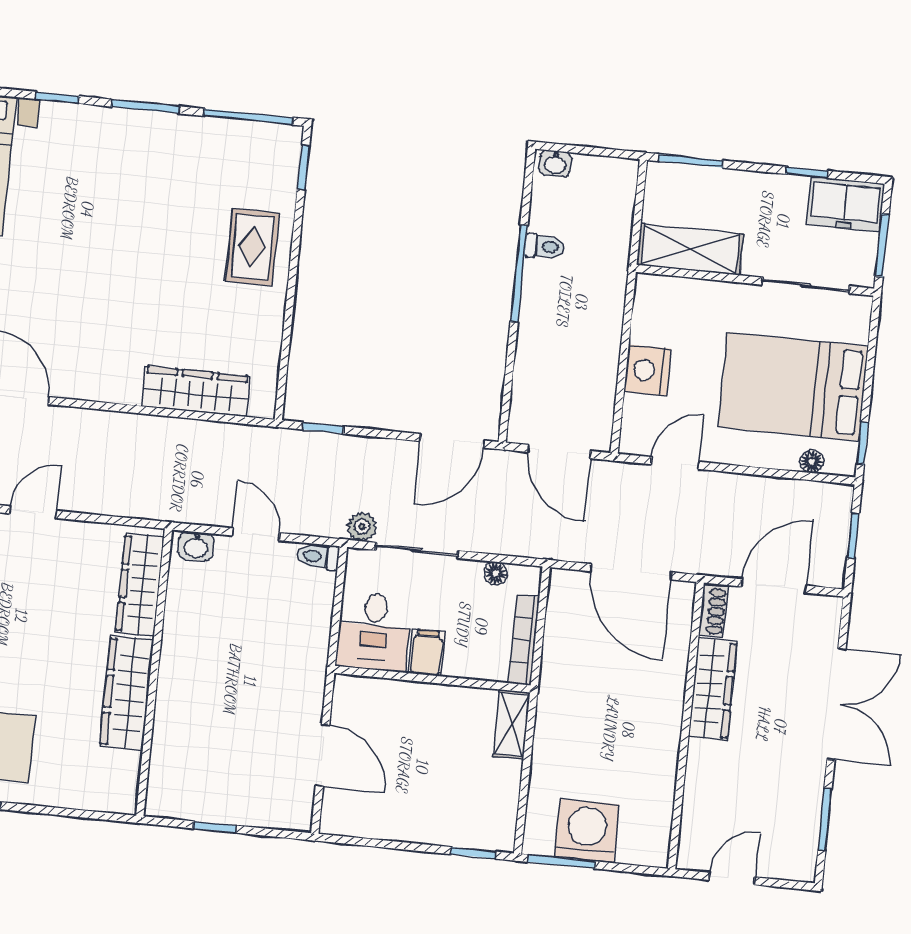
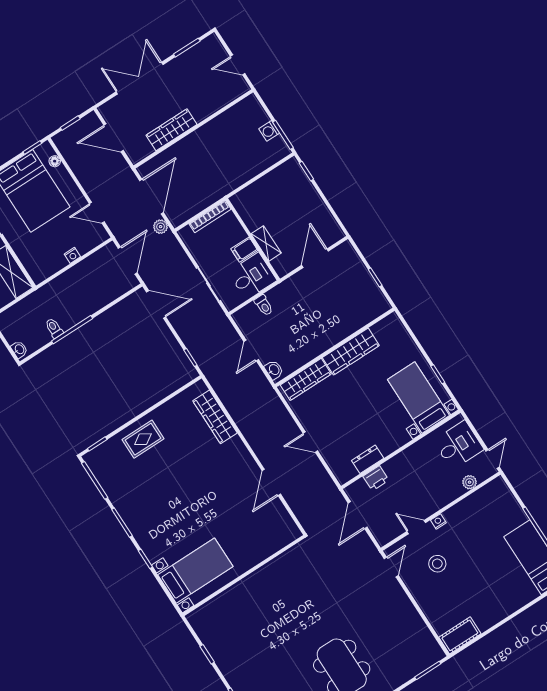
nightstand: (647, 370) -> (72, 255), width x0.53, depth x0.56
plant: (362, 527) -> (161, 227), moved
toilet: (318, 557) -> (264, 305), moved
floor lamp: (496, 573) -> (193, 247), removed
shoe rack: (713, 611) -> (142, 153), removed
shelving: (512, 725) -> (266, 243), moved, turned 90
washing machine: (587, 831) -> (269, 131), width x0.53, depth x0.53

